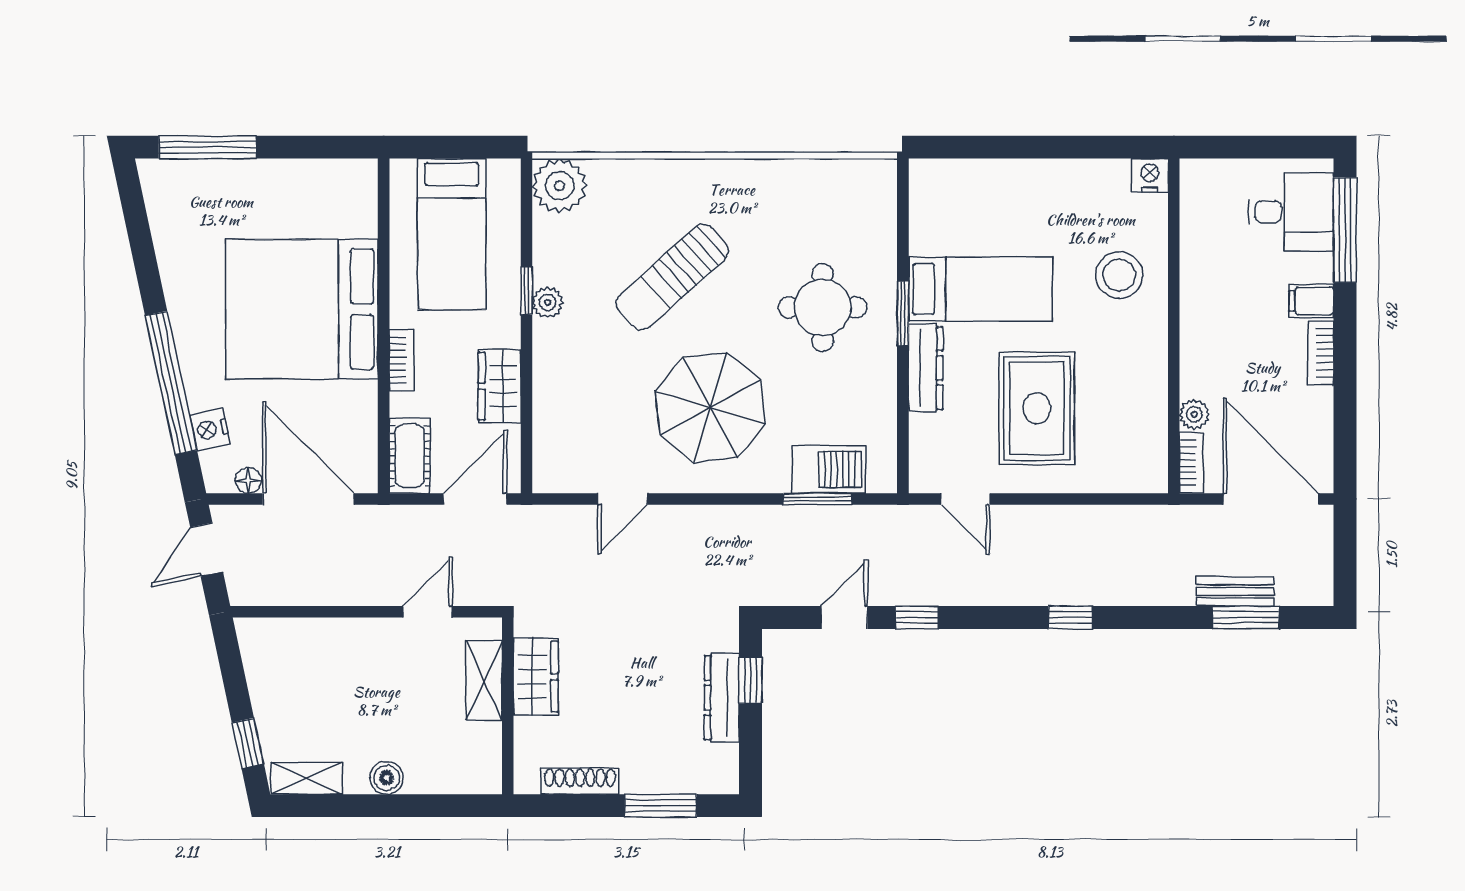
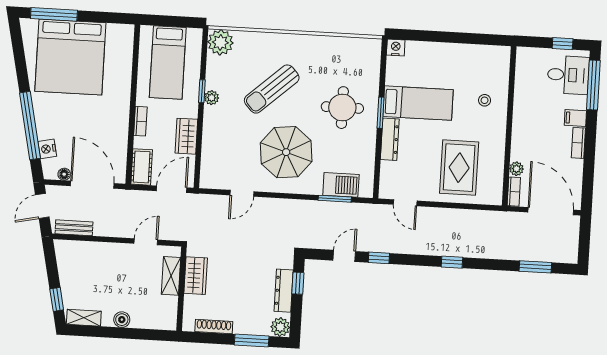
window: (1276, 147) -> (563, 44), added
nightstand: (1150, 175) -> (396, 48), moved
stool: (1119, 275) -> (485, 100), width x0.53, depth x0.53
bed: (302, 309) -> (70, 57), moved, turned -90
rug: (1037, 408) -> (459, 168), moved
bench: (1235, 591) -> (74, 228), moved
plant: (719, 774) -> (280, 327), added

